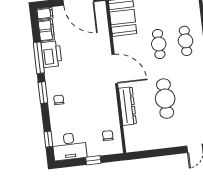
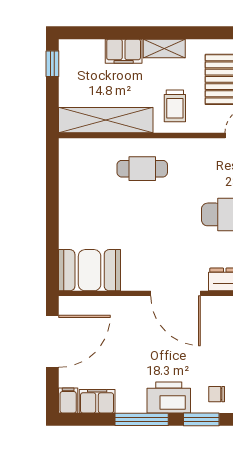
cafe table: (159, 44) -> (142, 214), removed
printer: (51, 54) -> (169, 398), moved
door: (115, 69) -> (176, 293), swing flipped

